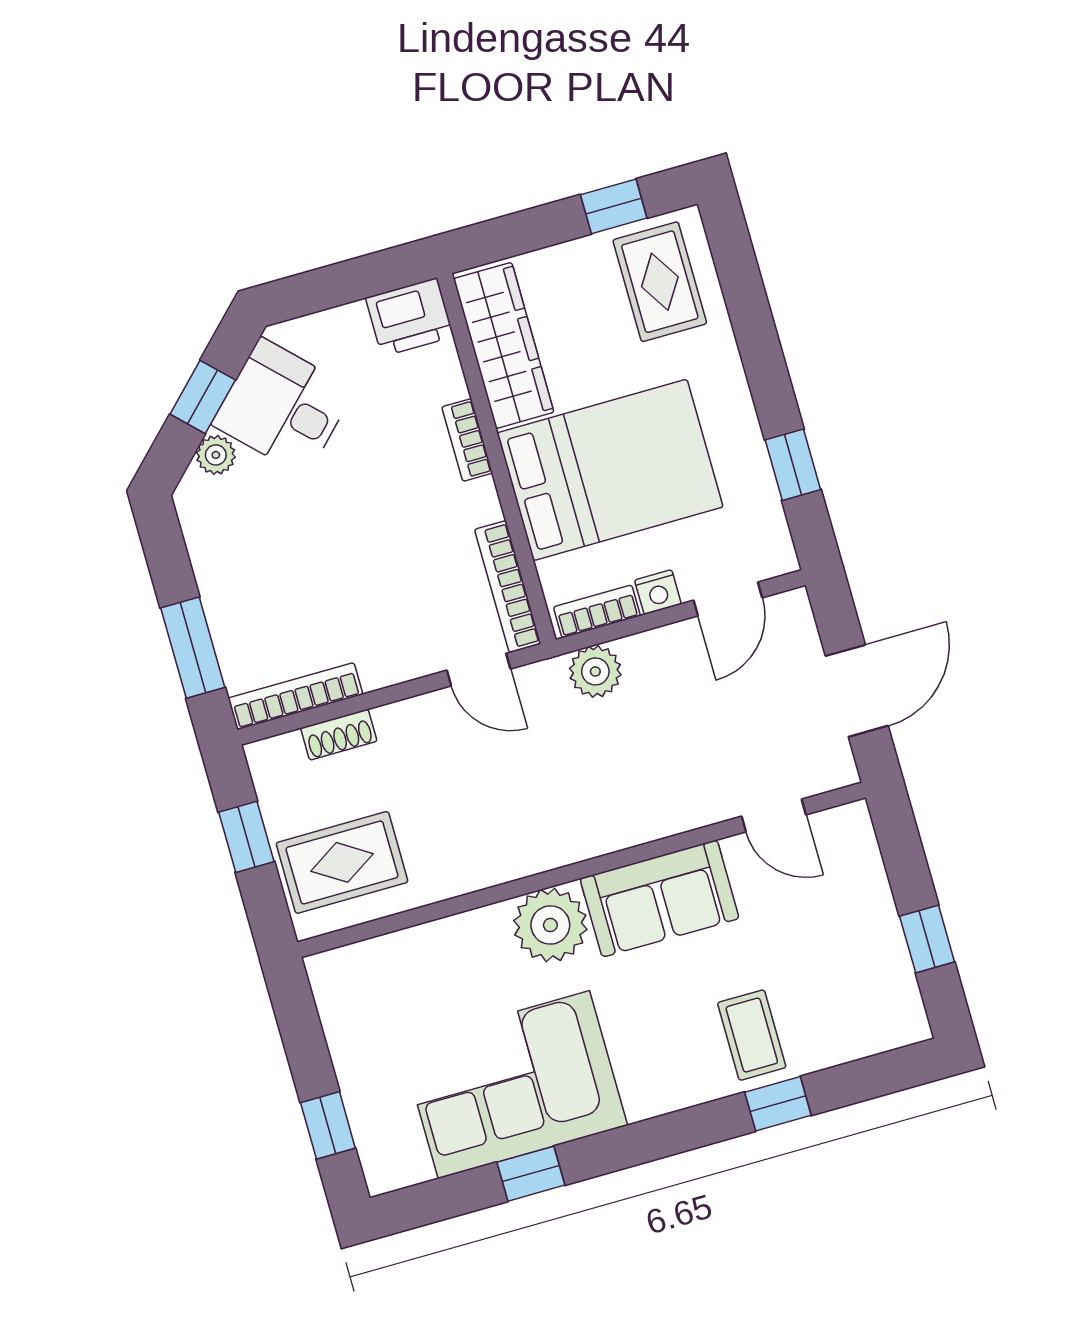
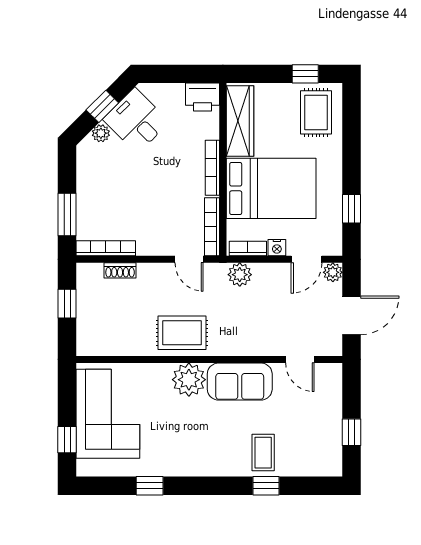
bookcase: (467, 440) -> (212, 168), width x1.56
plant: (791, 611) -> (333, 272), added
rug: (342, 862) -> (182, 333), moved
corner sofa: (514, 1085) -> (108, 414), moved, turned 90

